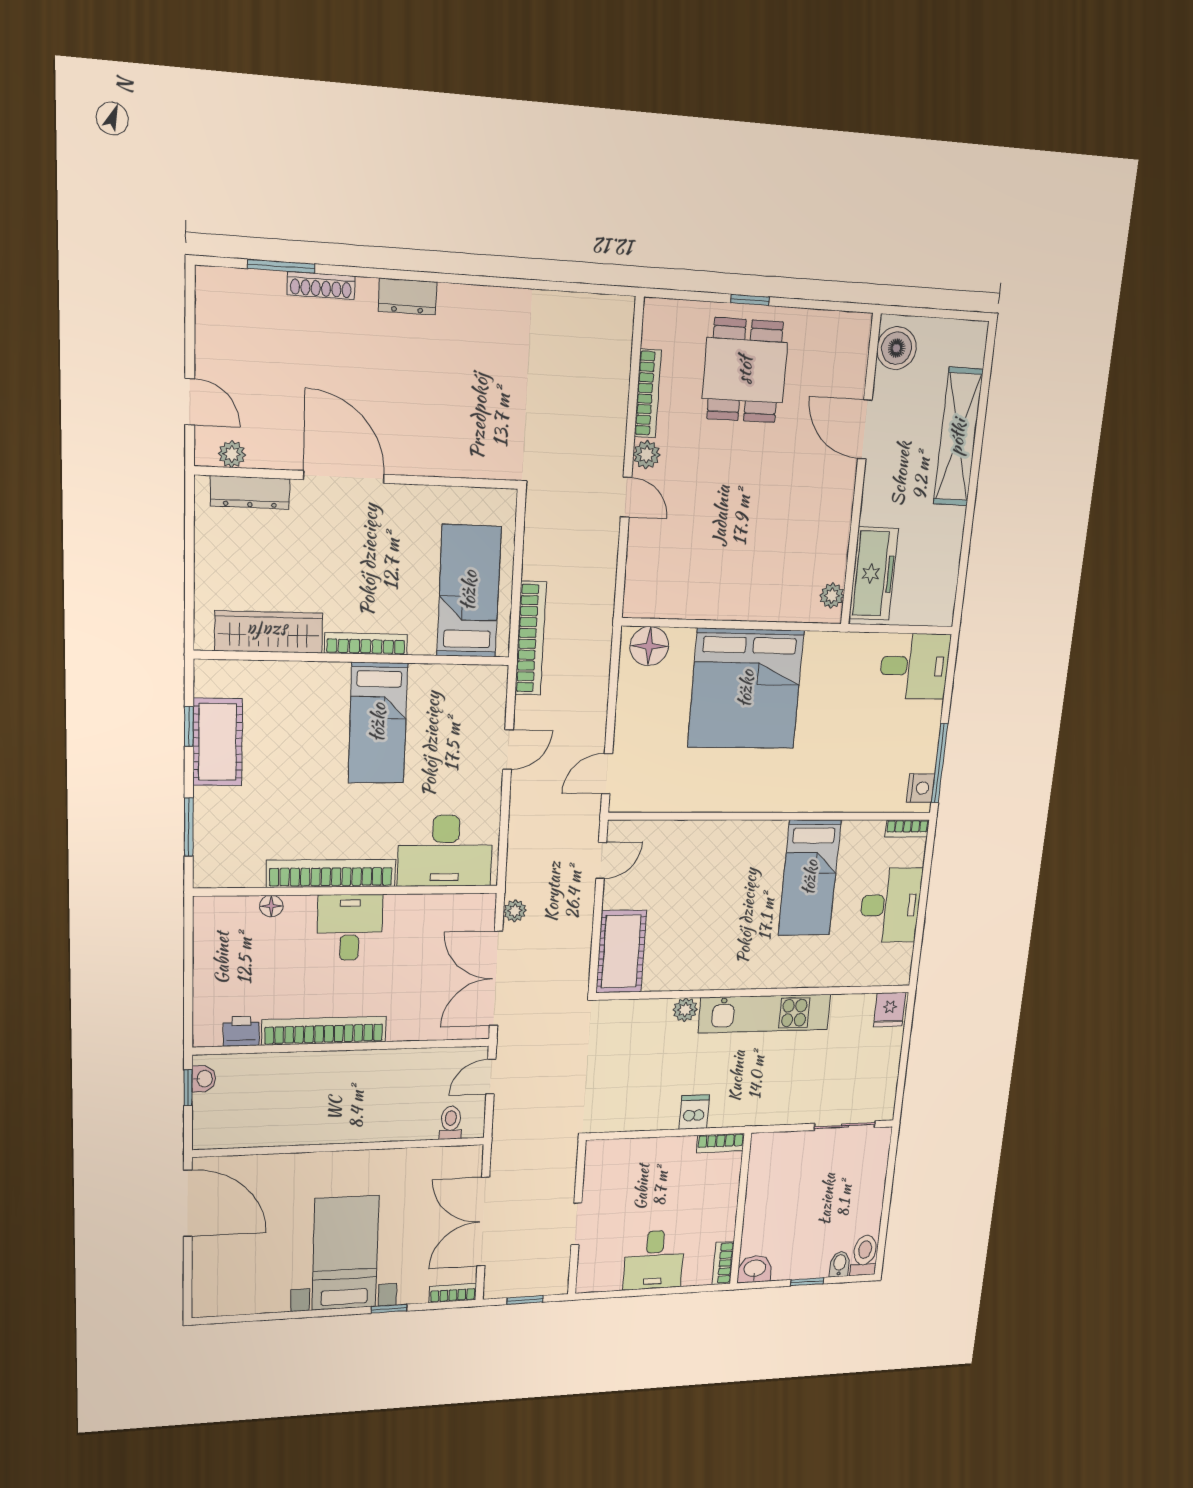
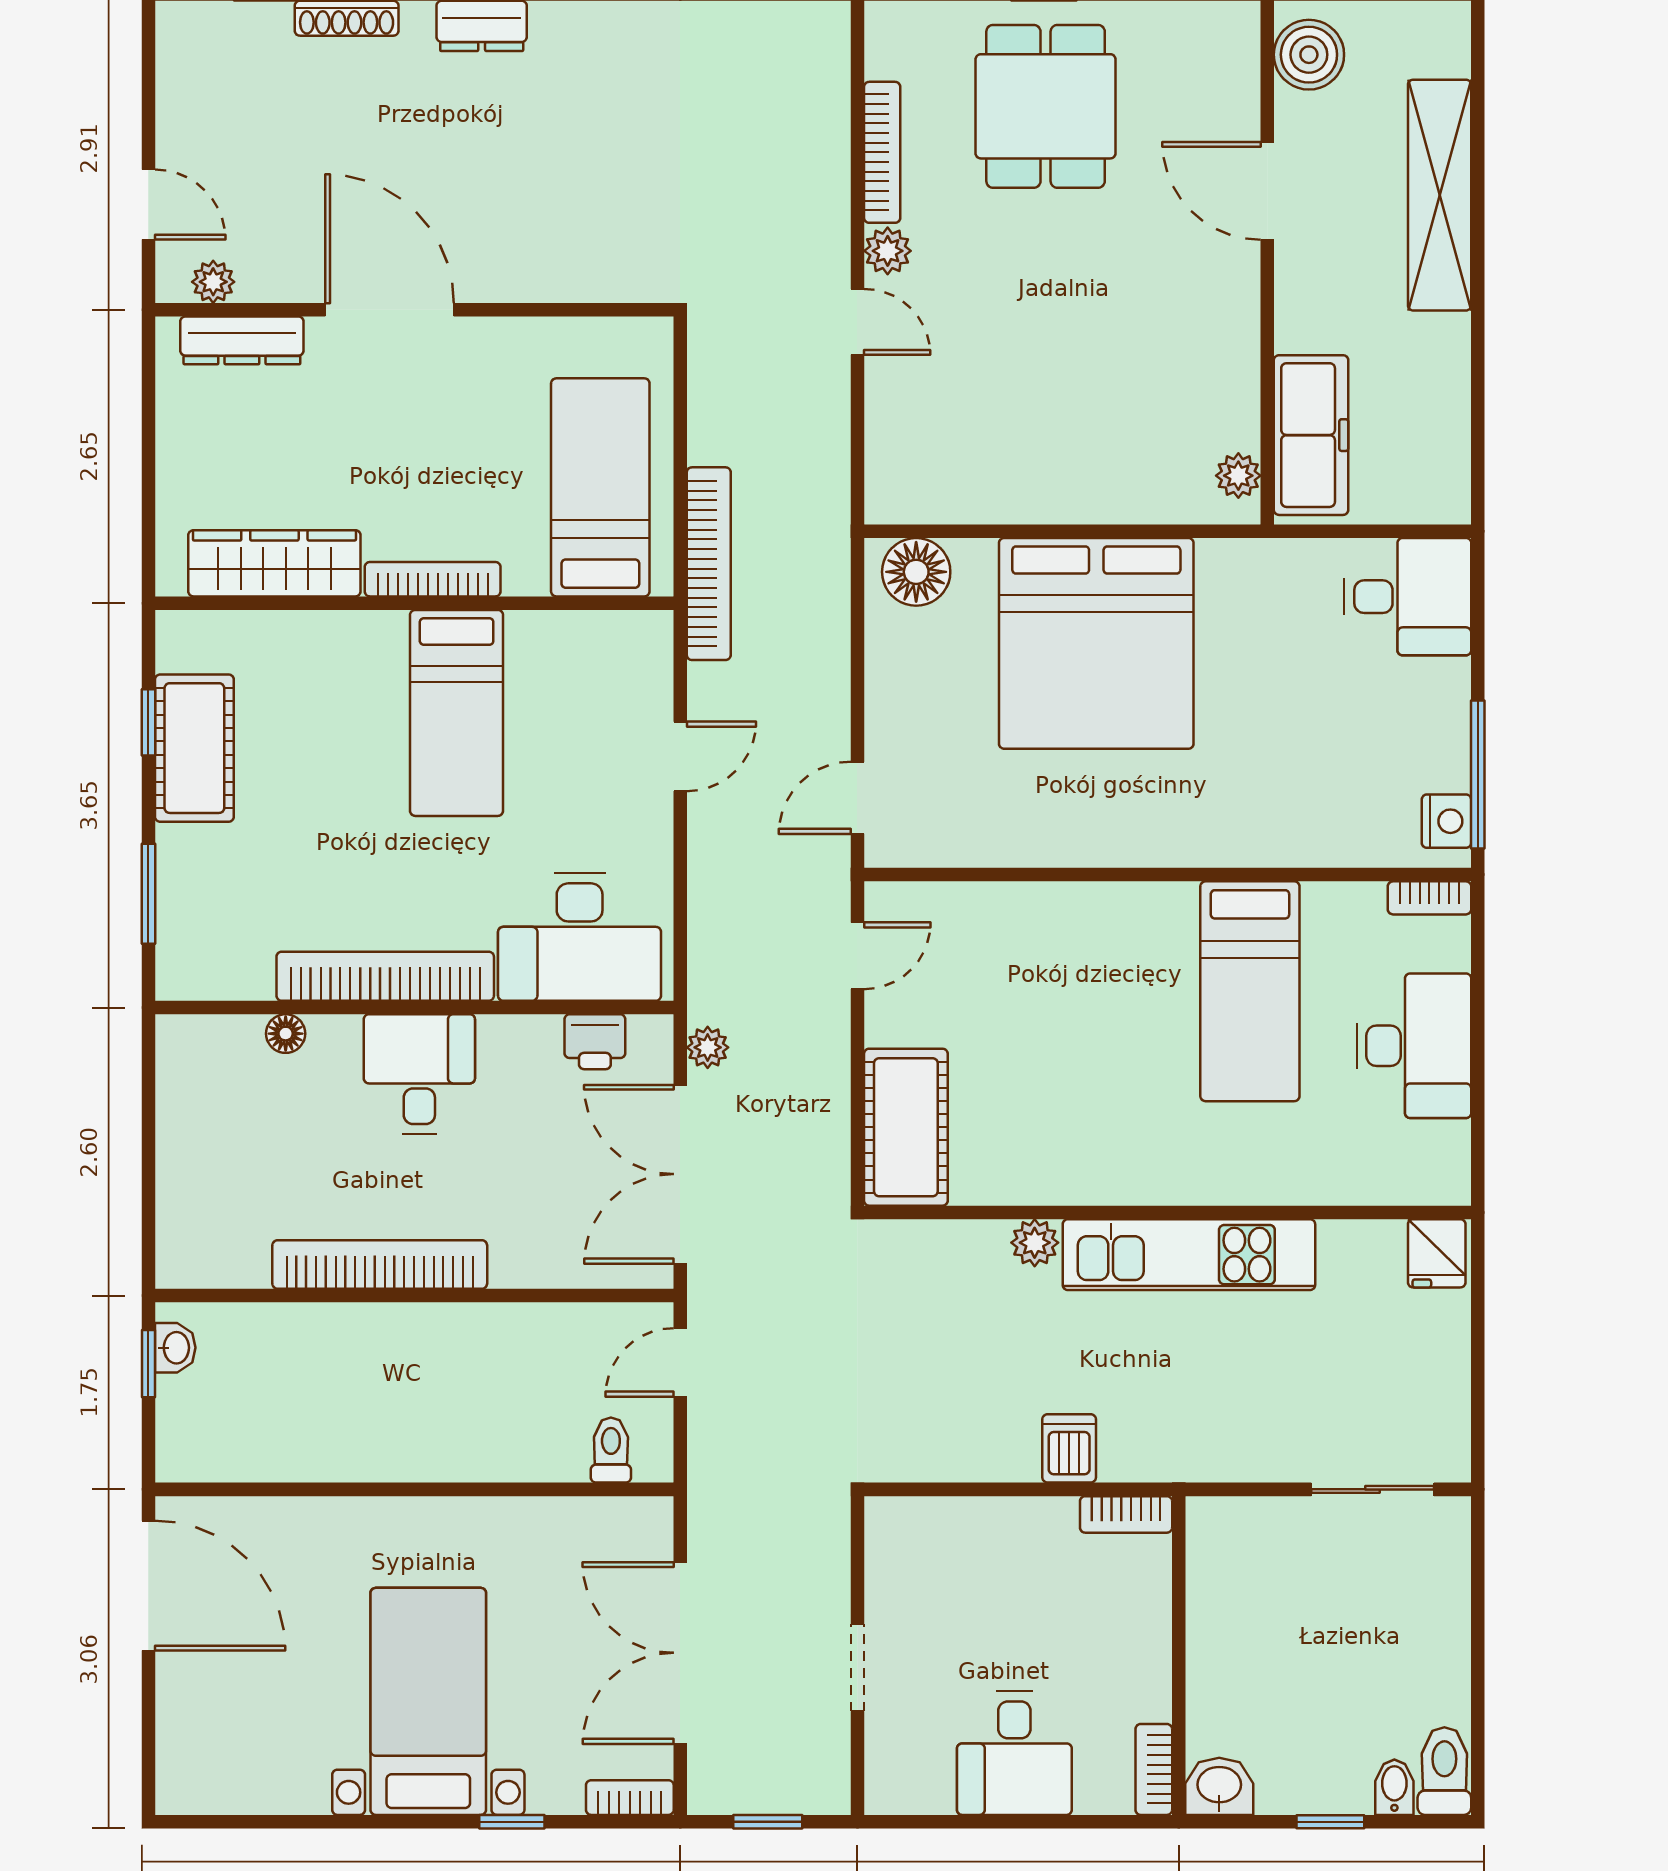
printer: (241, 1031) -> (595, 1042), moved, turned 180

